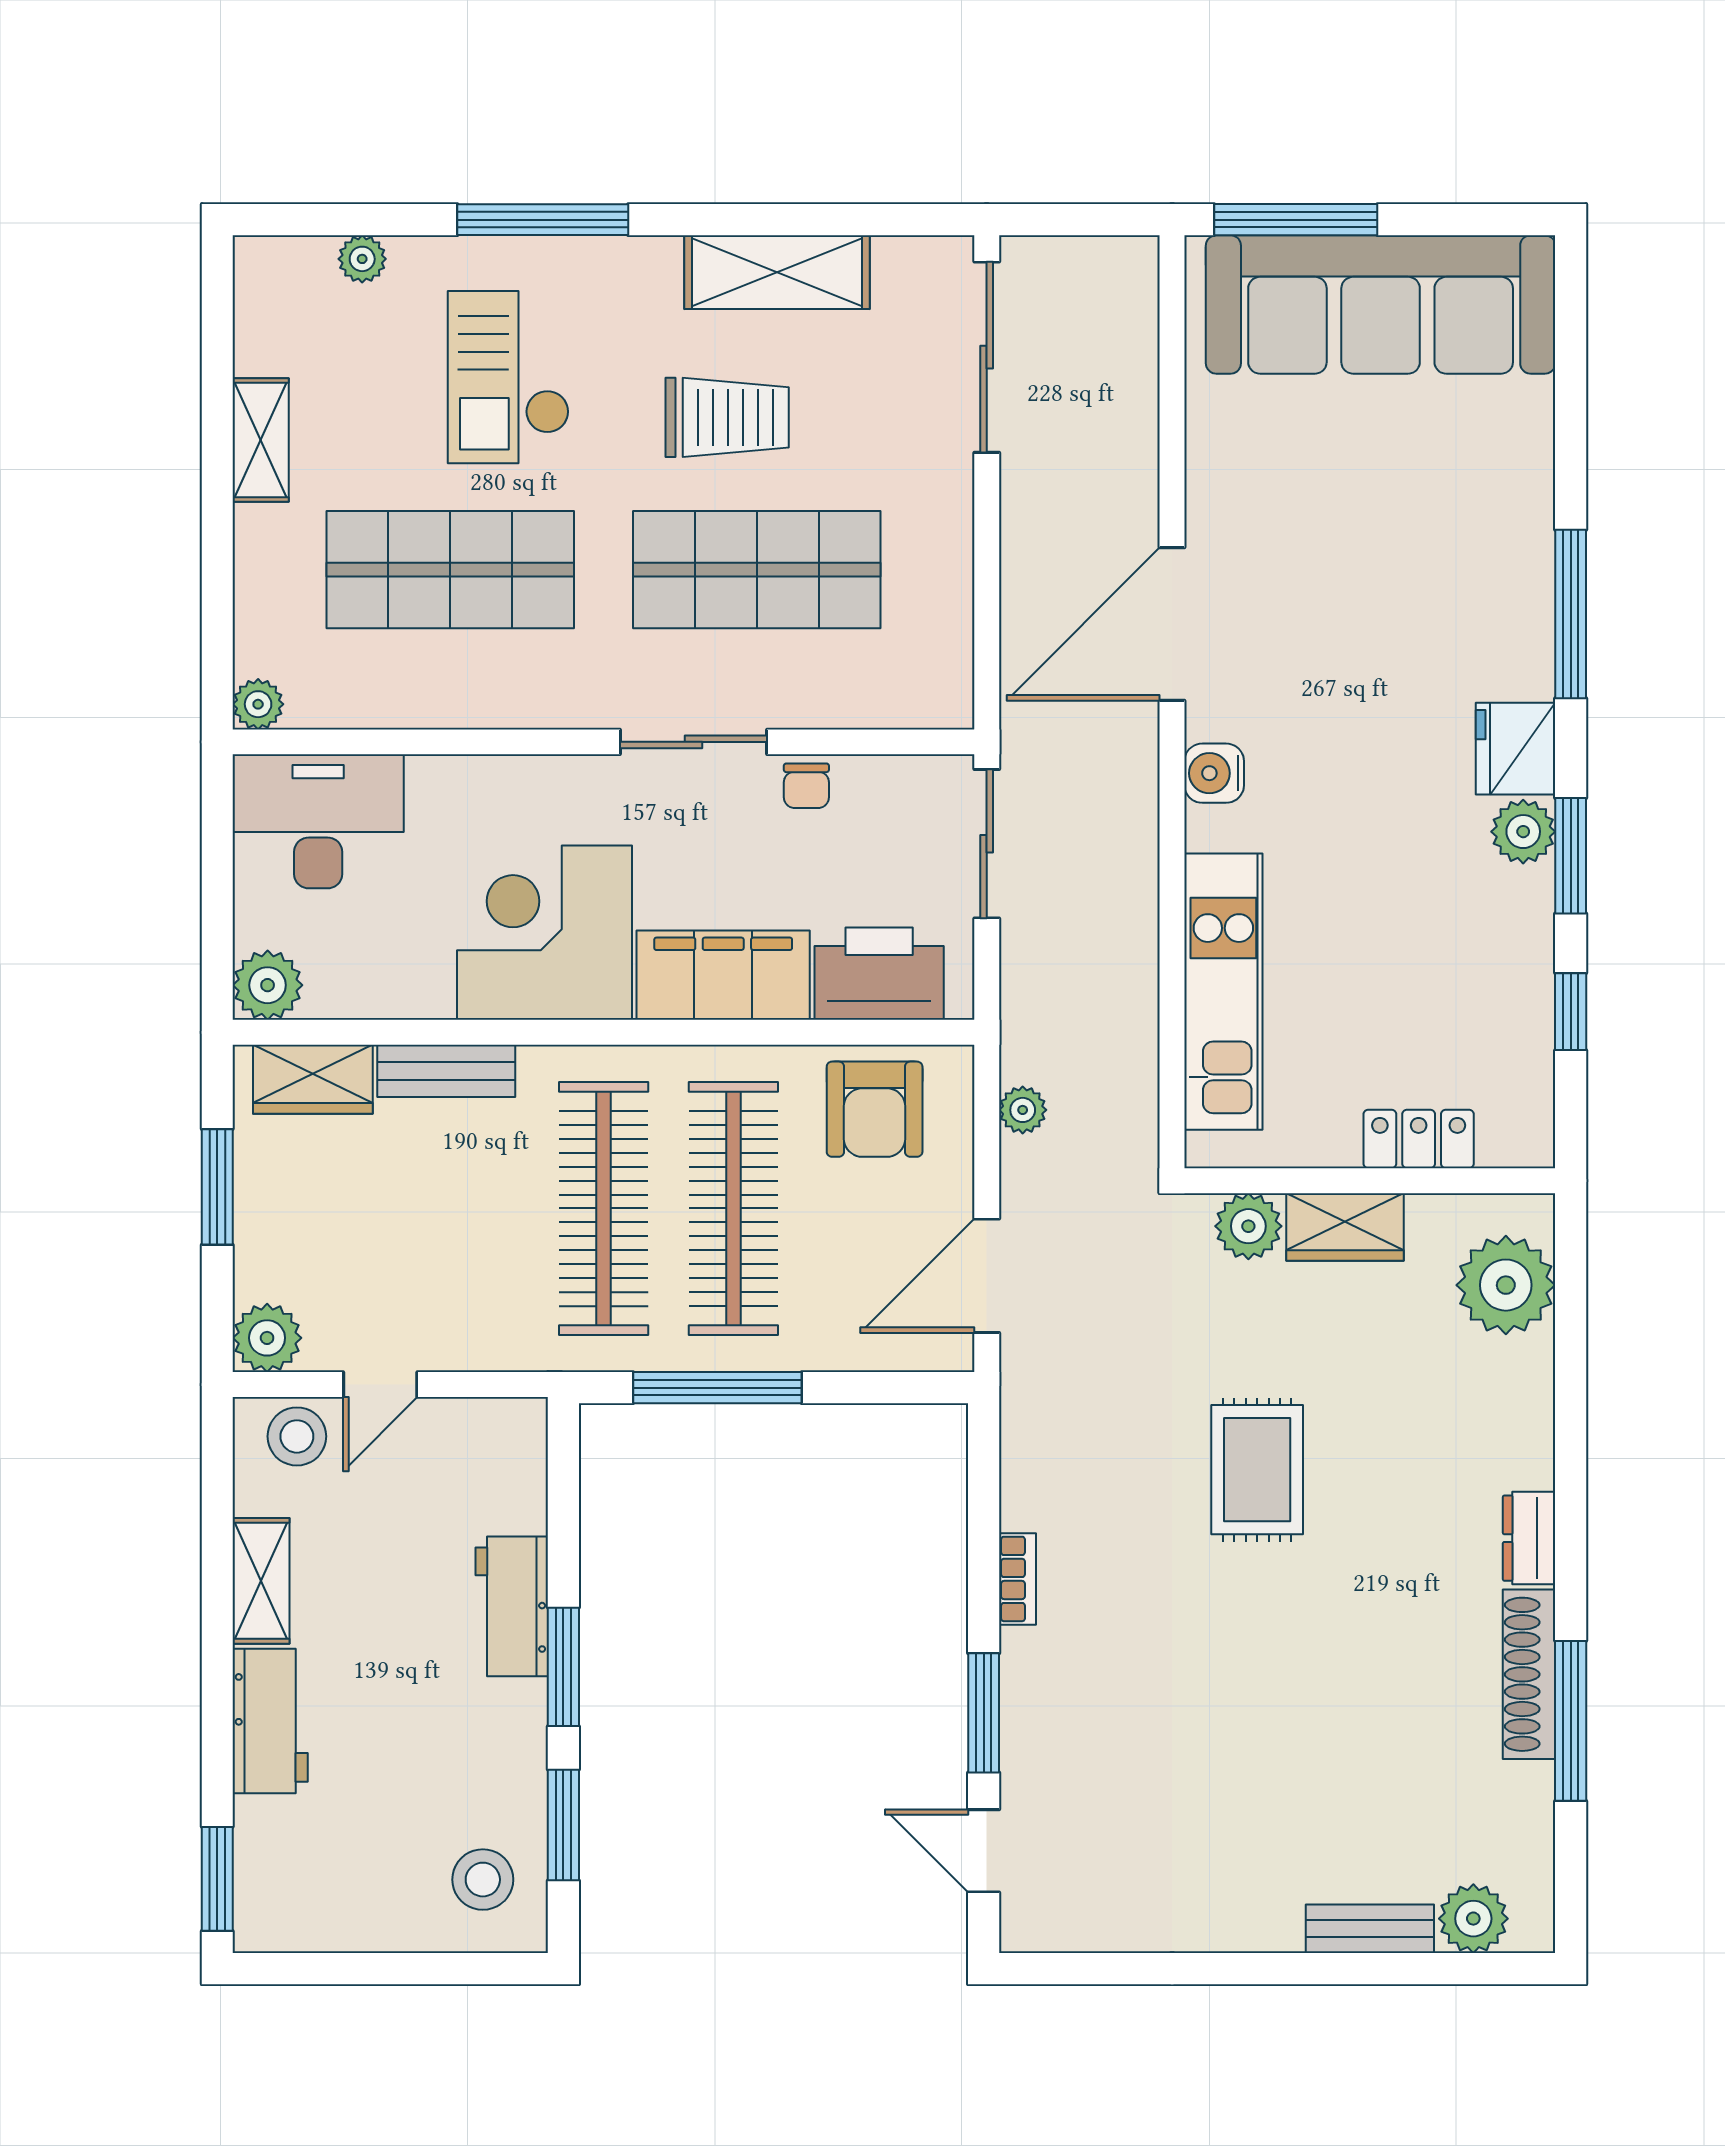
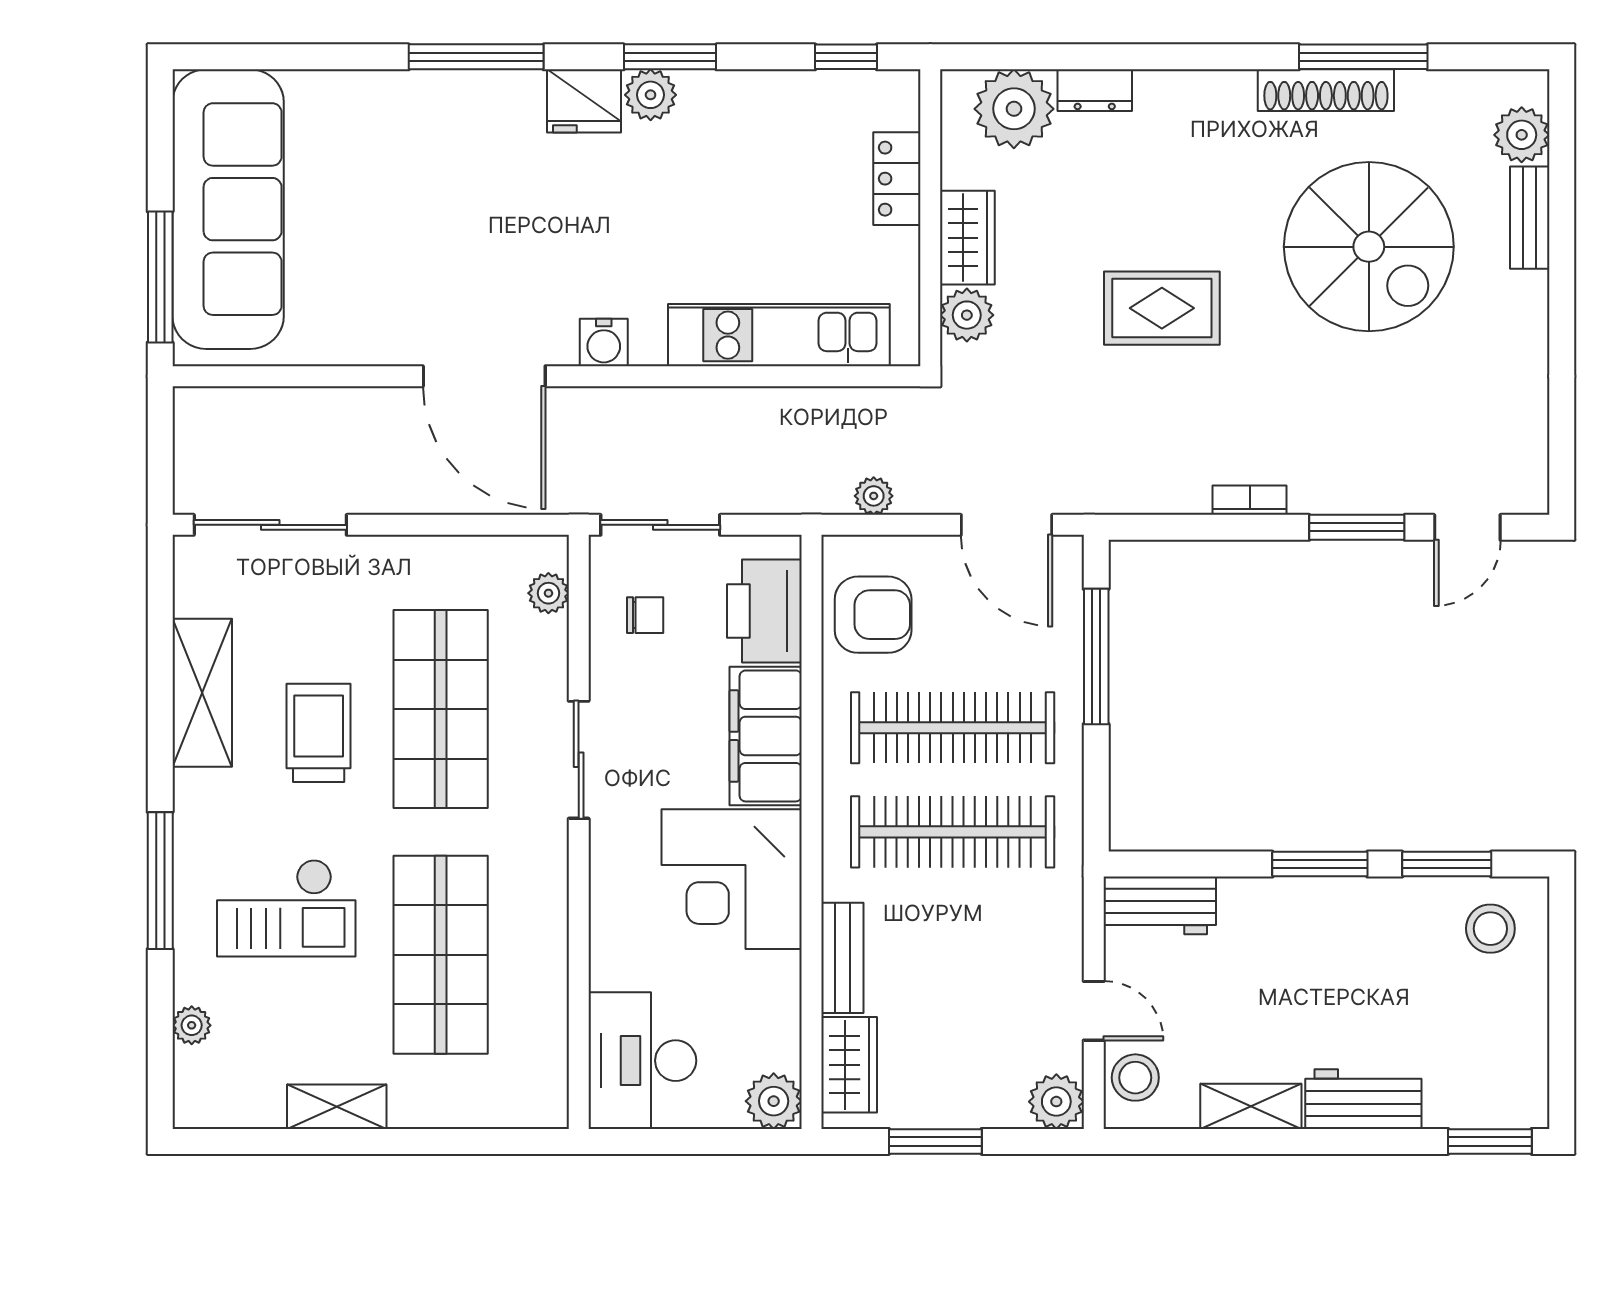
plant: (258, 704) -> (548, 593), moved
chair: (806, 786) -> (645, 615), moved
window: (1571, 1012) -> (846, 57), moved
window: (717, 1388) -> (1096, 657), moved
dresser: (1529, 1538) -> (1095, 90), moved
workbench: (512, 1606) -> (1160, 905), moved
spiral stairs: (1334, 1728) -> (1369, 247), added

